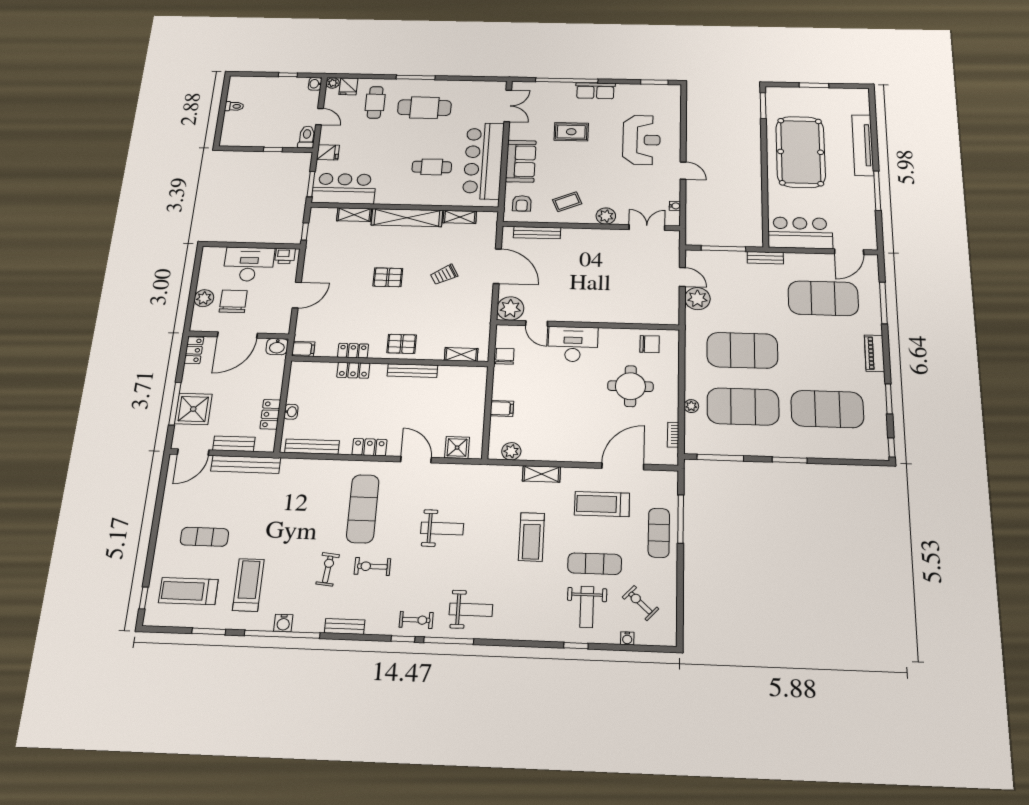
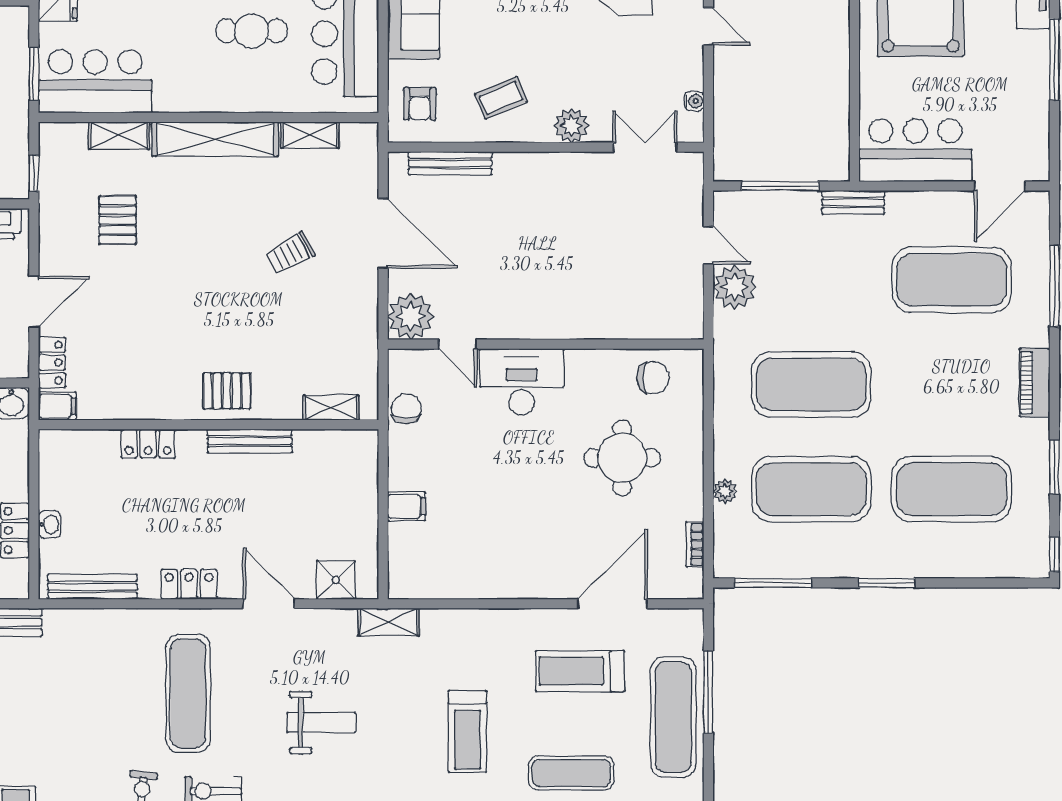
pallet: (388, 277) -> (118, 220), moved, turned 90
locker: (353, 351) -> (52, 363), moved, turned 90
plant: (511, 451) -> (427, 583), removed
shelving: (541, 474) -> (389, 622), moved
exercise mat: (659, 533) -> (673, 717), width x1.36, depth x1.45

